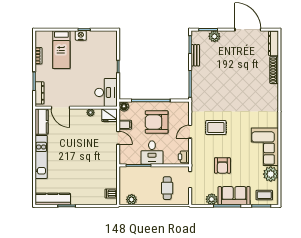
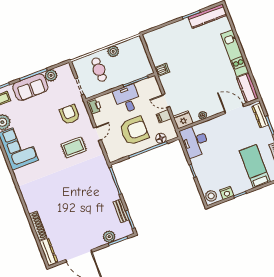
nightstand: (81, 35) -> (227, 193), moved
stool: (110, 38) -> (211, 196), added
floor lamp: (124, 106) -> (161, 138), moved
armchair: (222, 165) -> (70, 114), moved
dishwasher: (111, 194) -> (162, 70), moved
plant: (132, 200) -> (113, 51), moved

